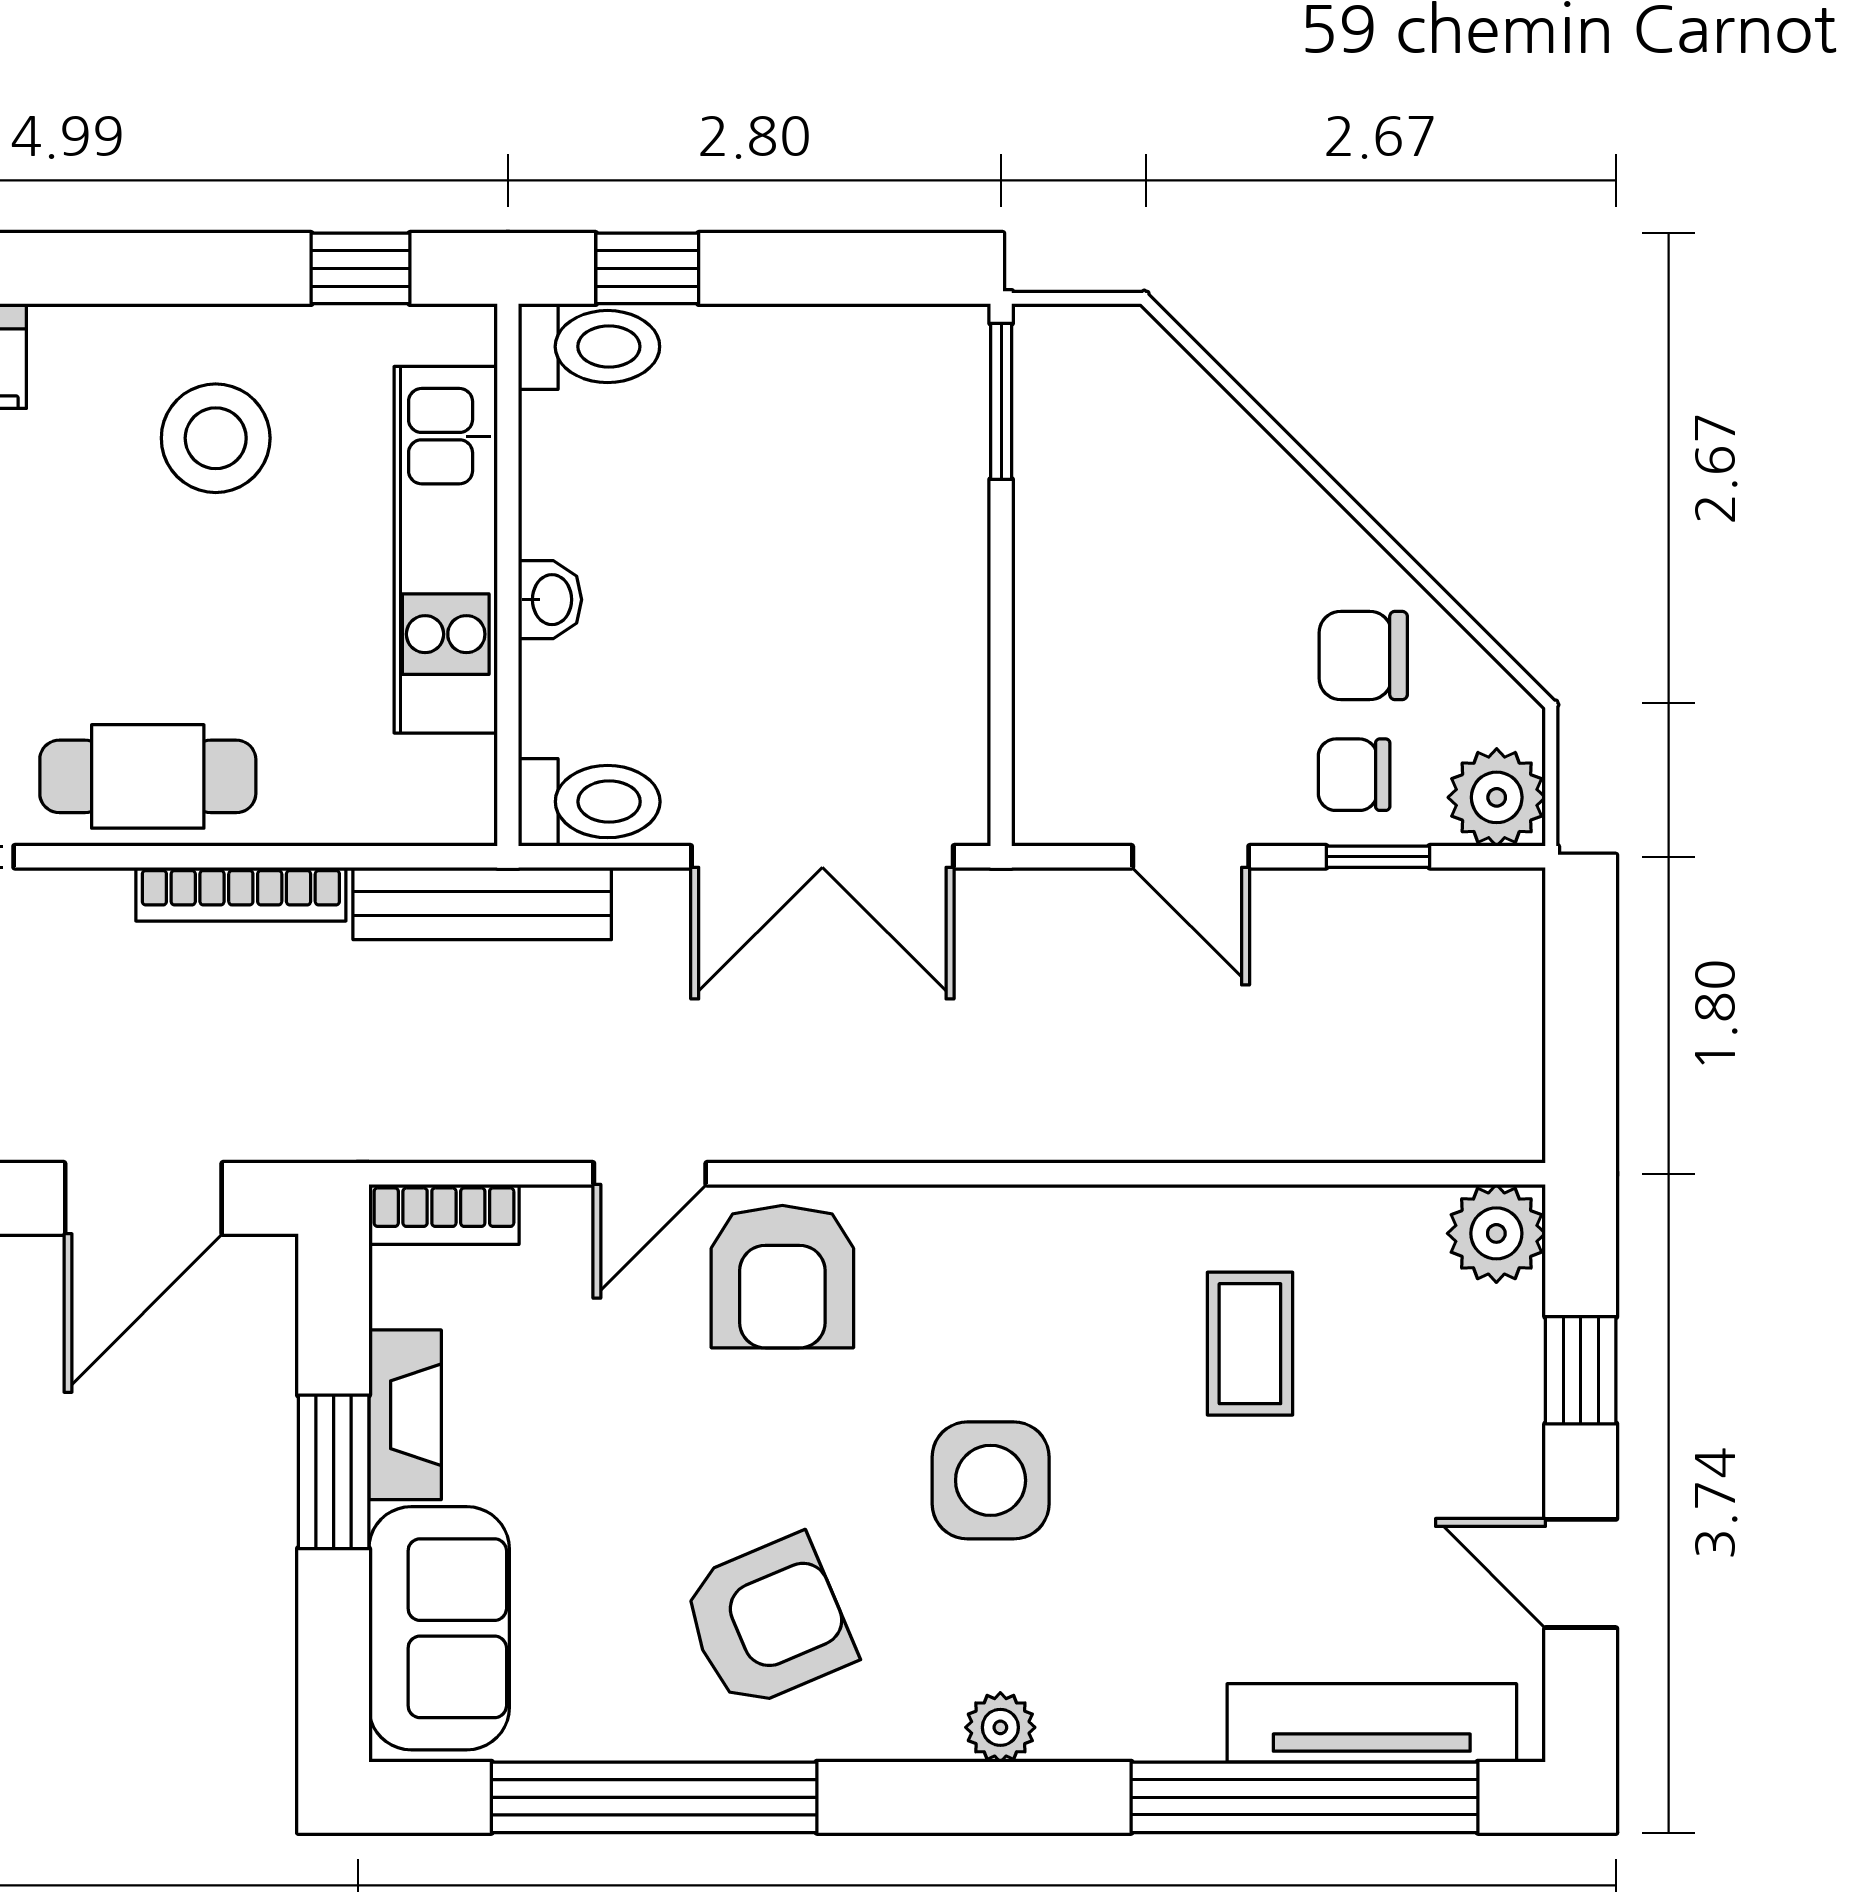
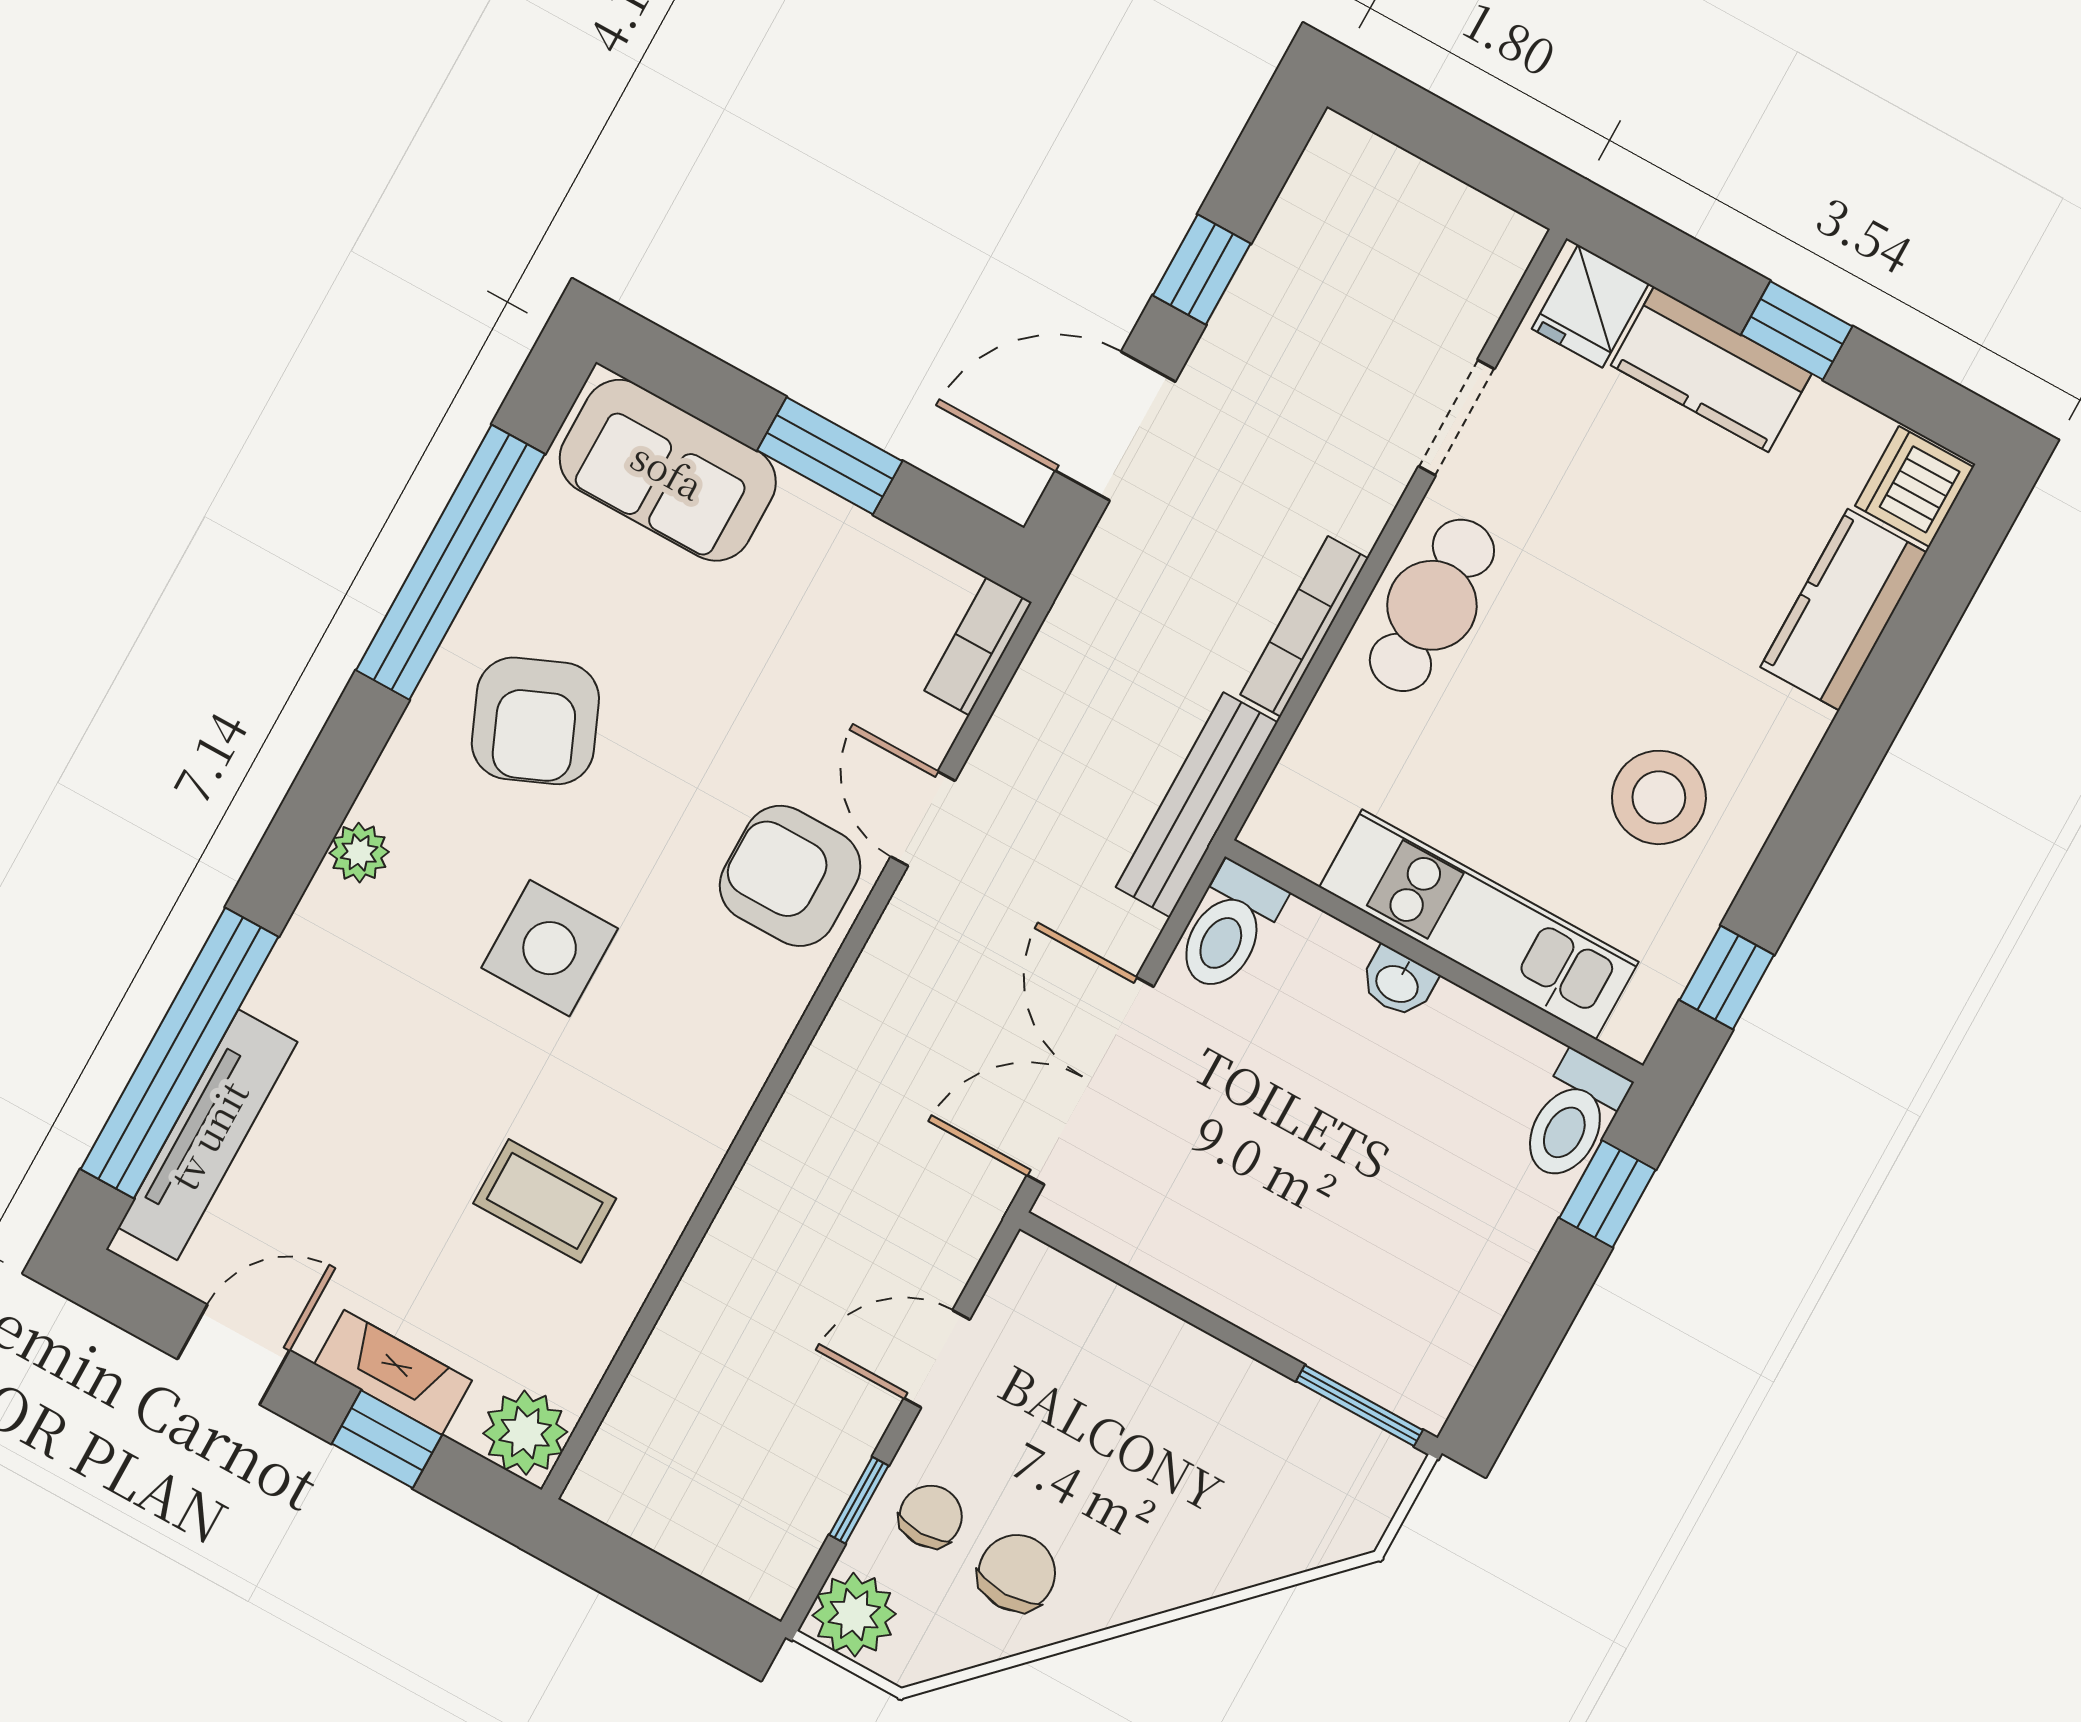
door: (143, 1198) -> (1115, 426), hinge flipped
fireplace: (405, 1415) -> (393, 1372), moved, turned 180

